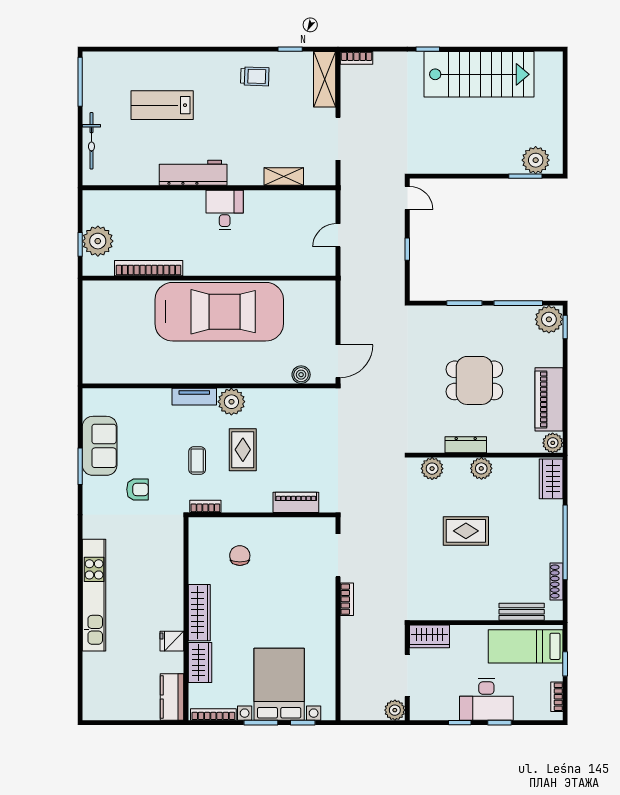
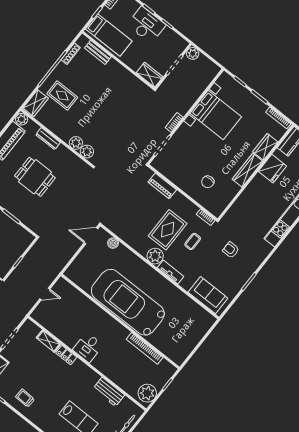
workbench: (193, 173) -> (109, 392), moved, width x0.73
locker: (245, 177) -> (66, 355), added
plant: (98, 241) -> (147, 393), moved
dresser: (466, 445) -> (48, 139), moved
sofa: (100, 446) -> (208, 295), moved, turned 90
rug: (243, 450) -> (168, 230), width x1.36, depth x1.43
plant: (481, 468) -> (76, 143), moved
rug: (466, 531) -> (62, 96), moved
fridge: (172, 641) -> (272, 169), width x1.88, depth x1.34
bed with nightstands: (279, 684) -> (216, 115), moved, turned -90

